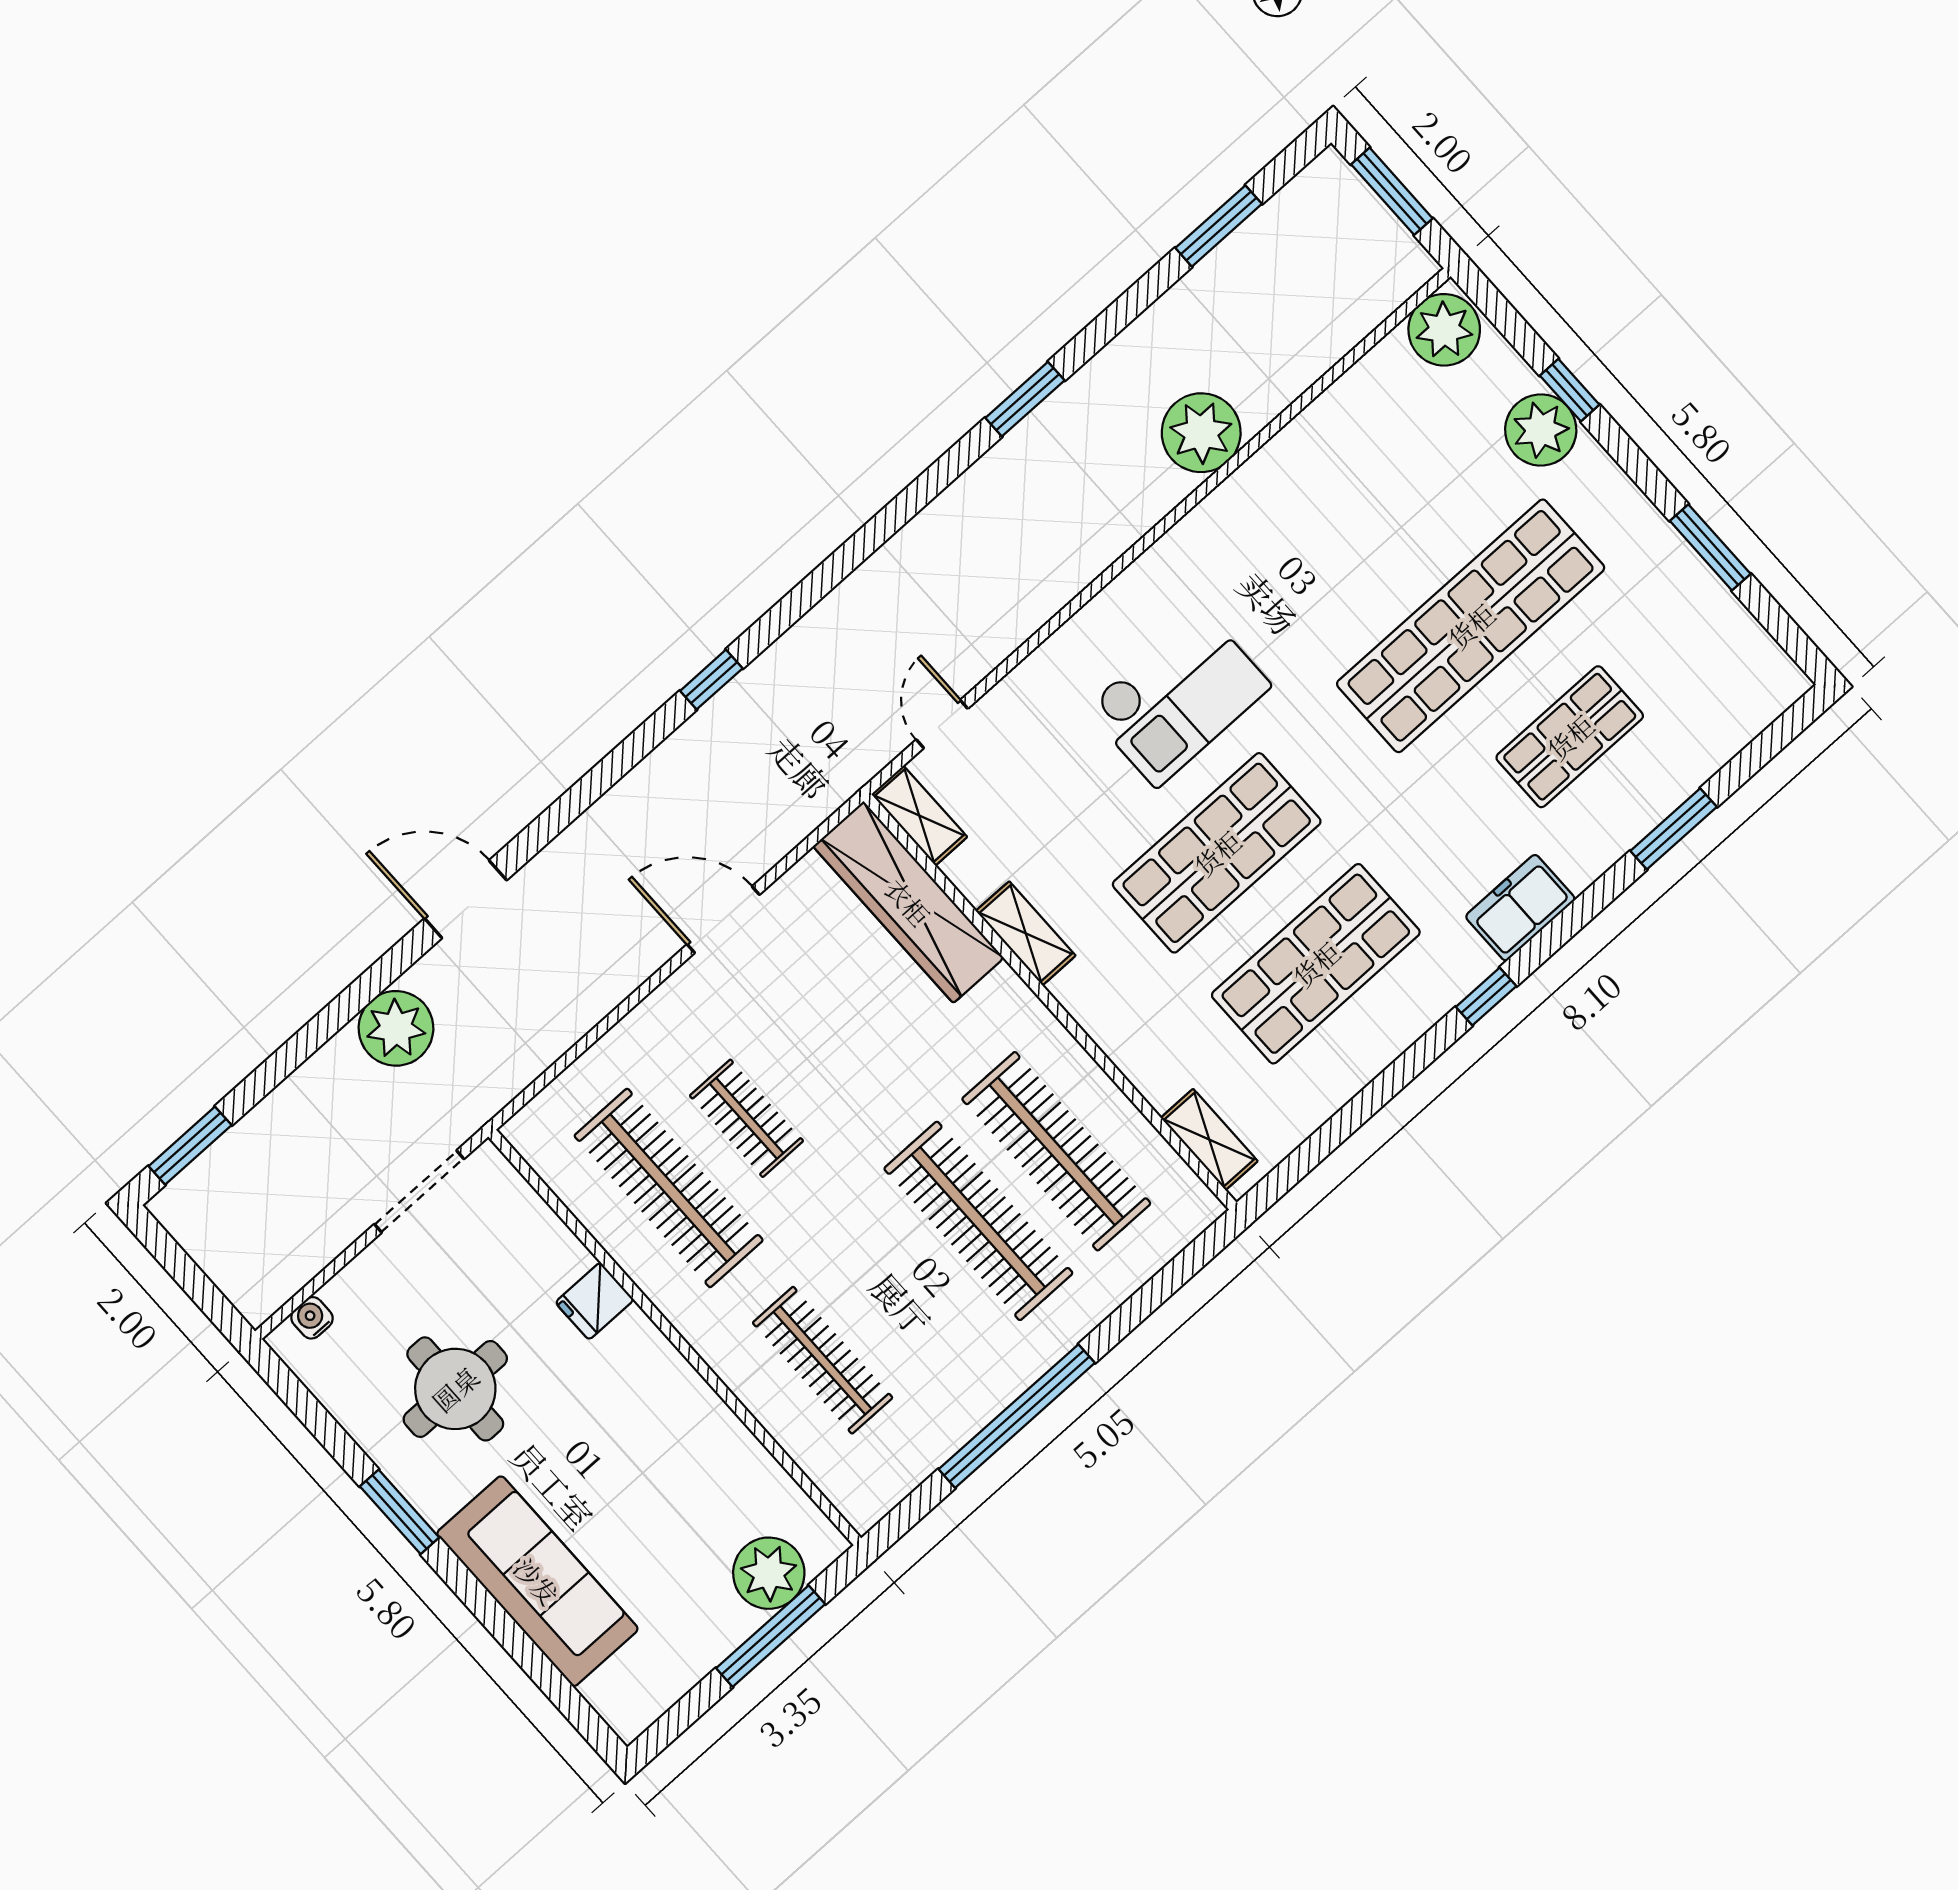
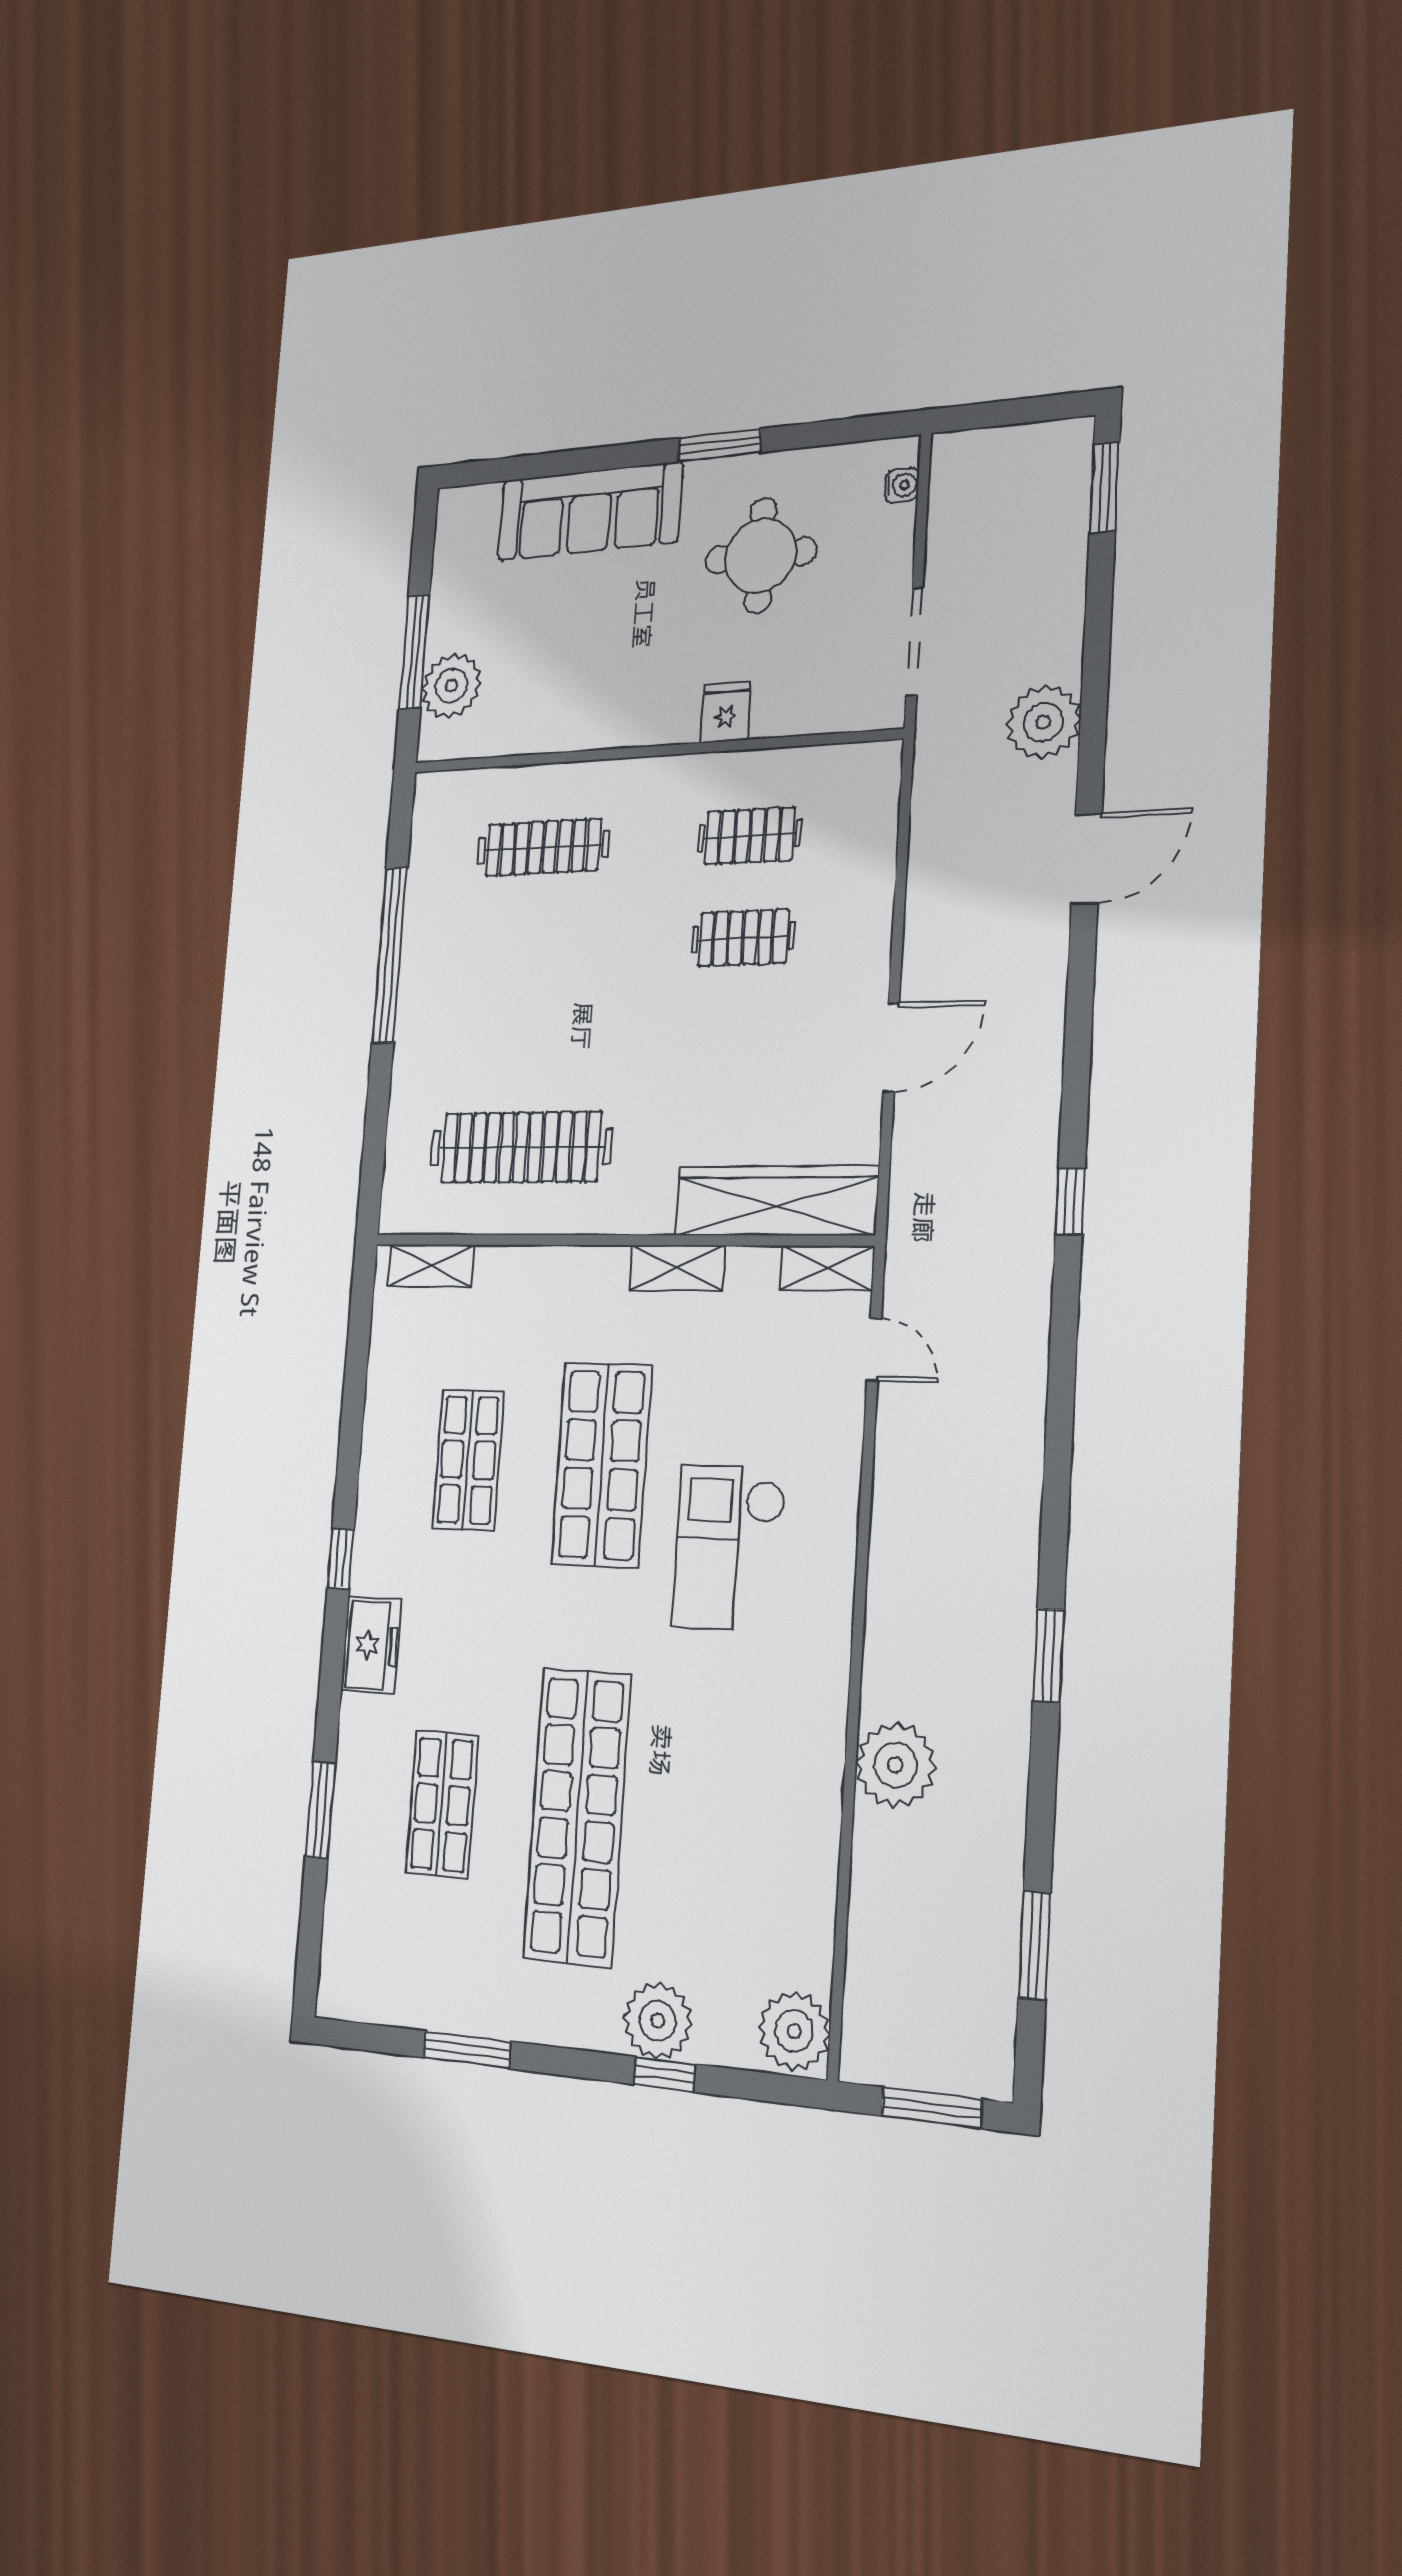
shop shelf: (1316, 964) -> (468, 1460), width x0.70, depth x0.74
clothes rail: (669, 1188) -> (750, 836), width x0.54, depth x0.76
clothes rail: (978, 1221) -> (528, 1046), removed

